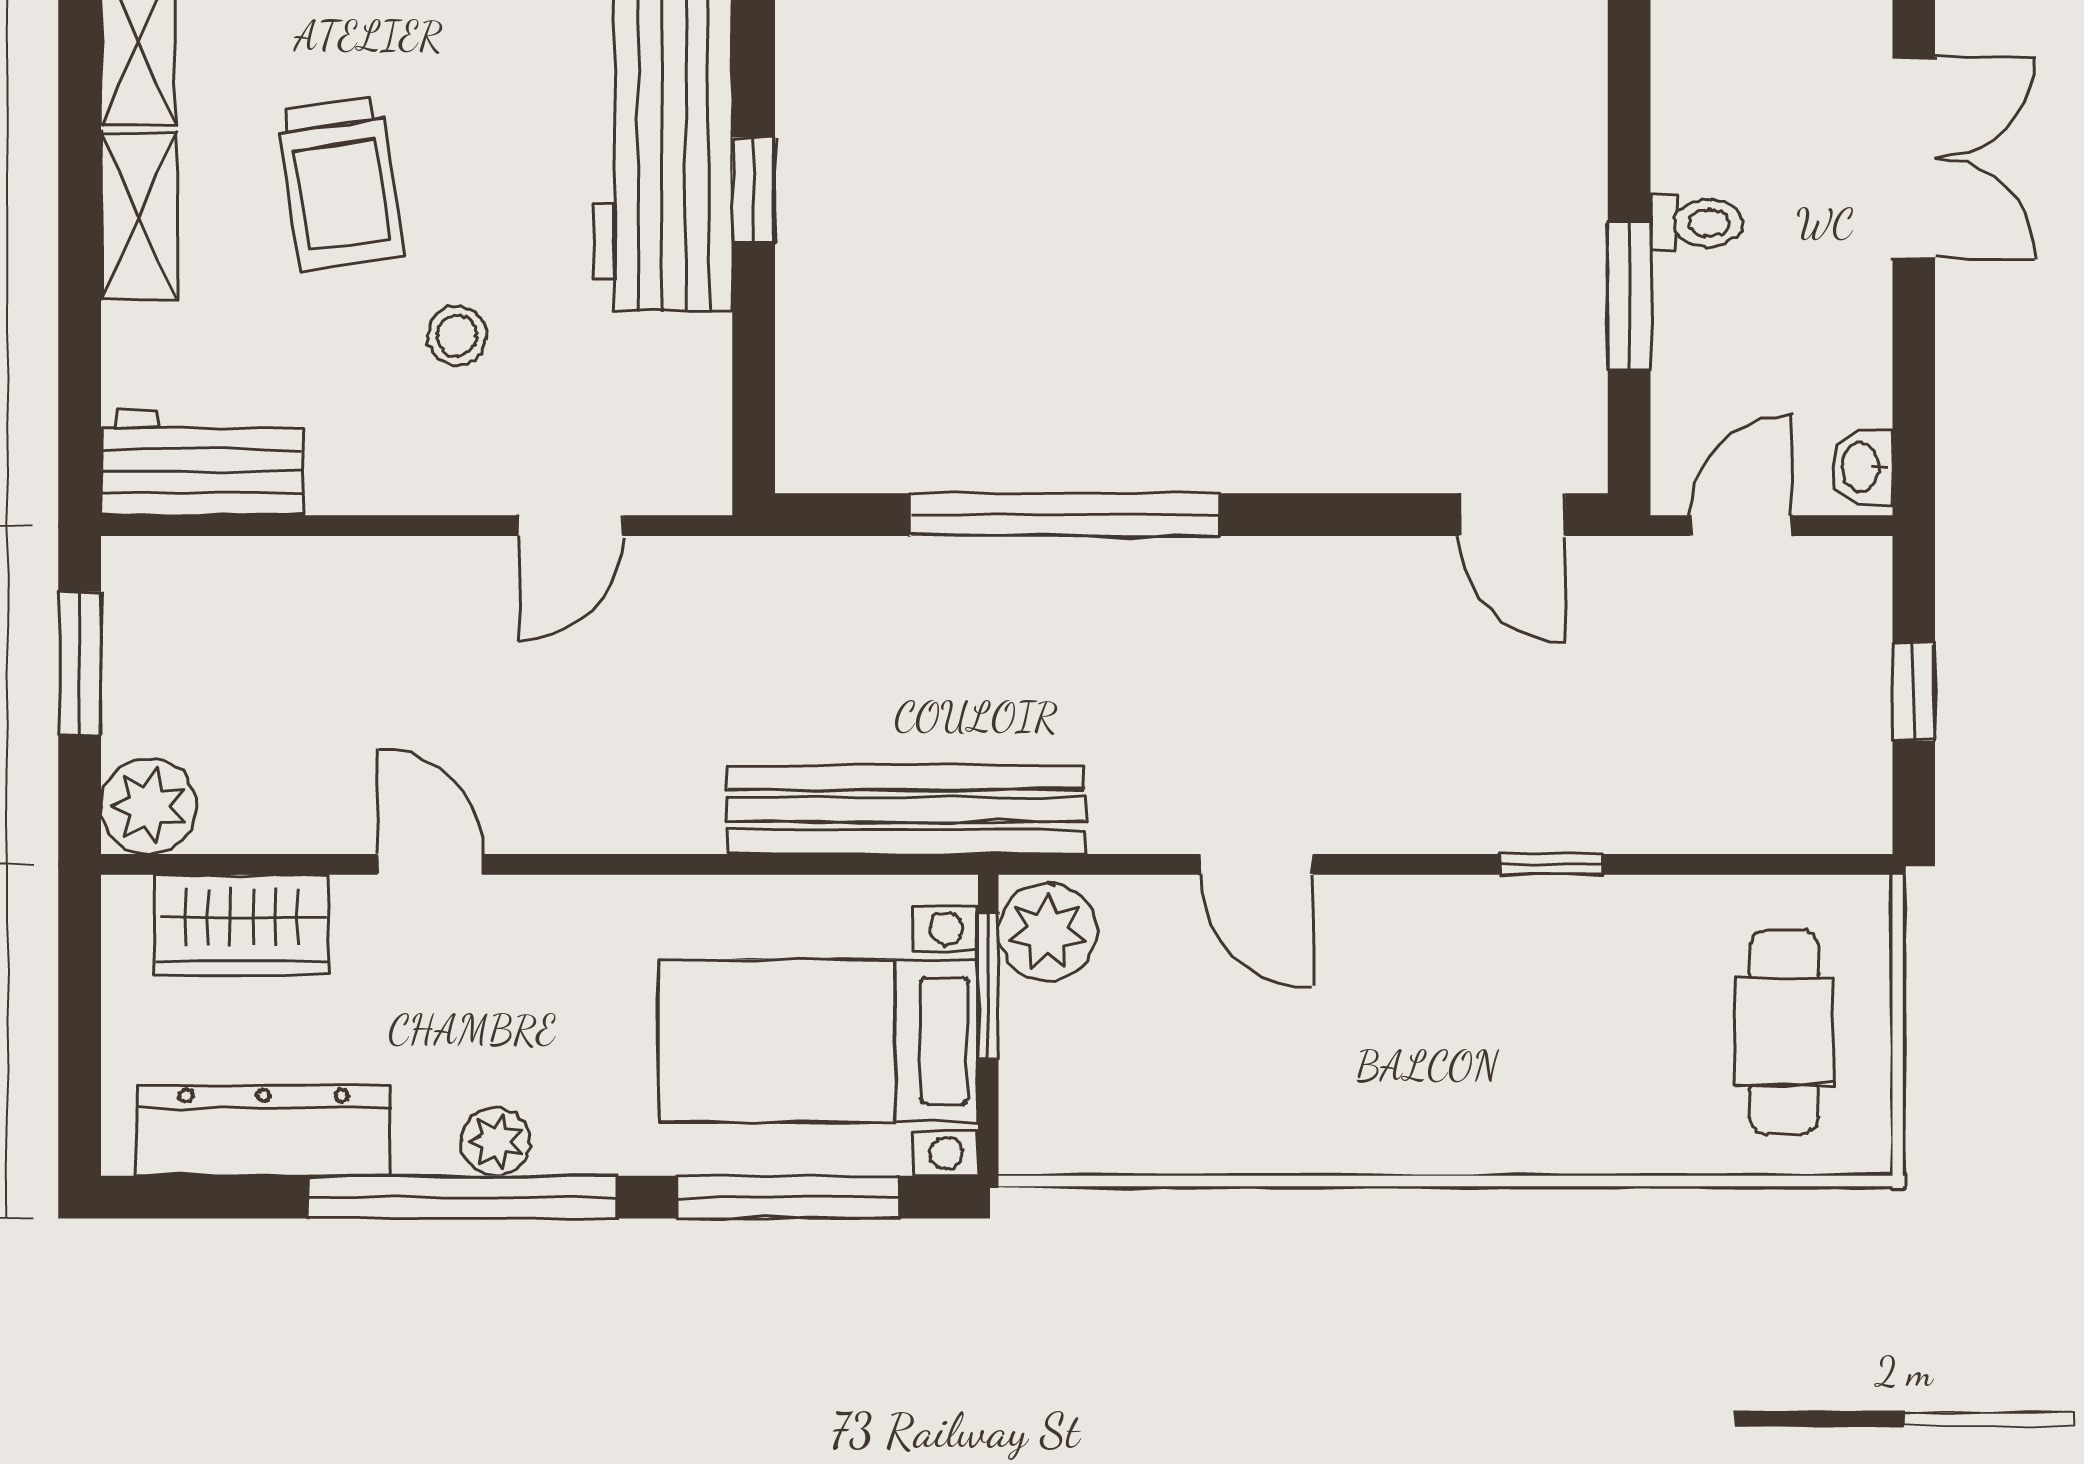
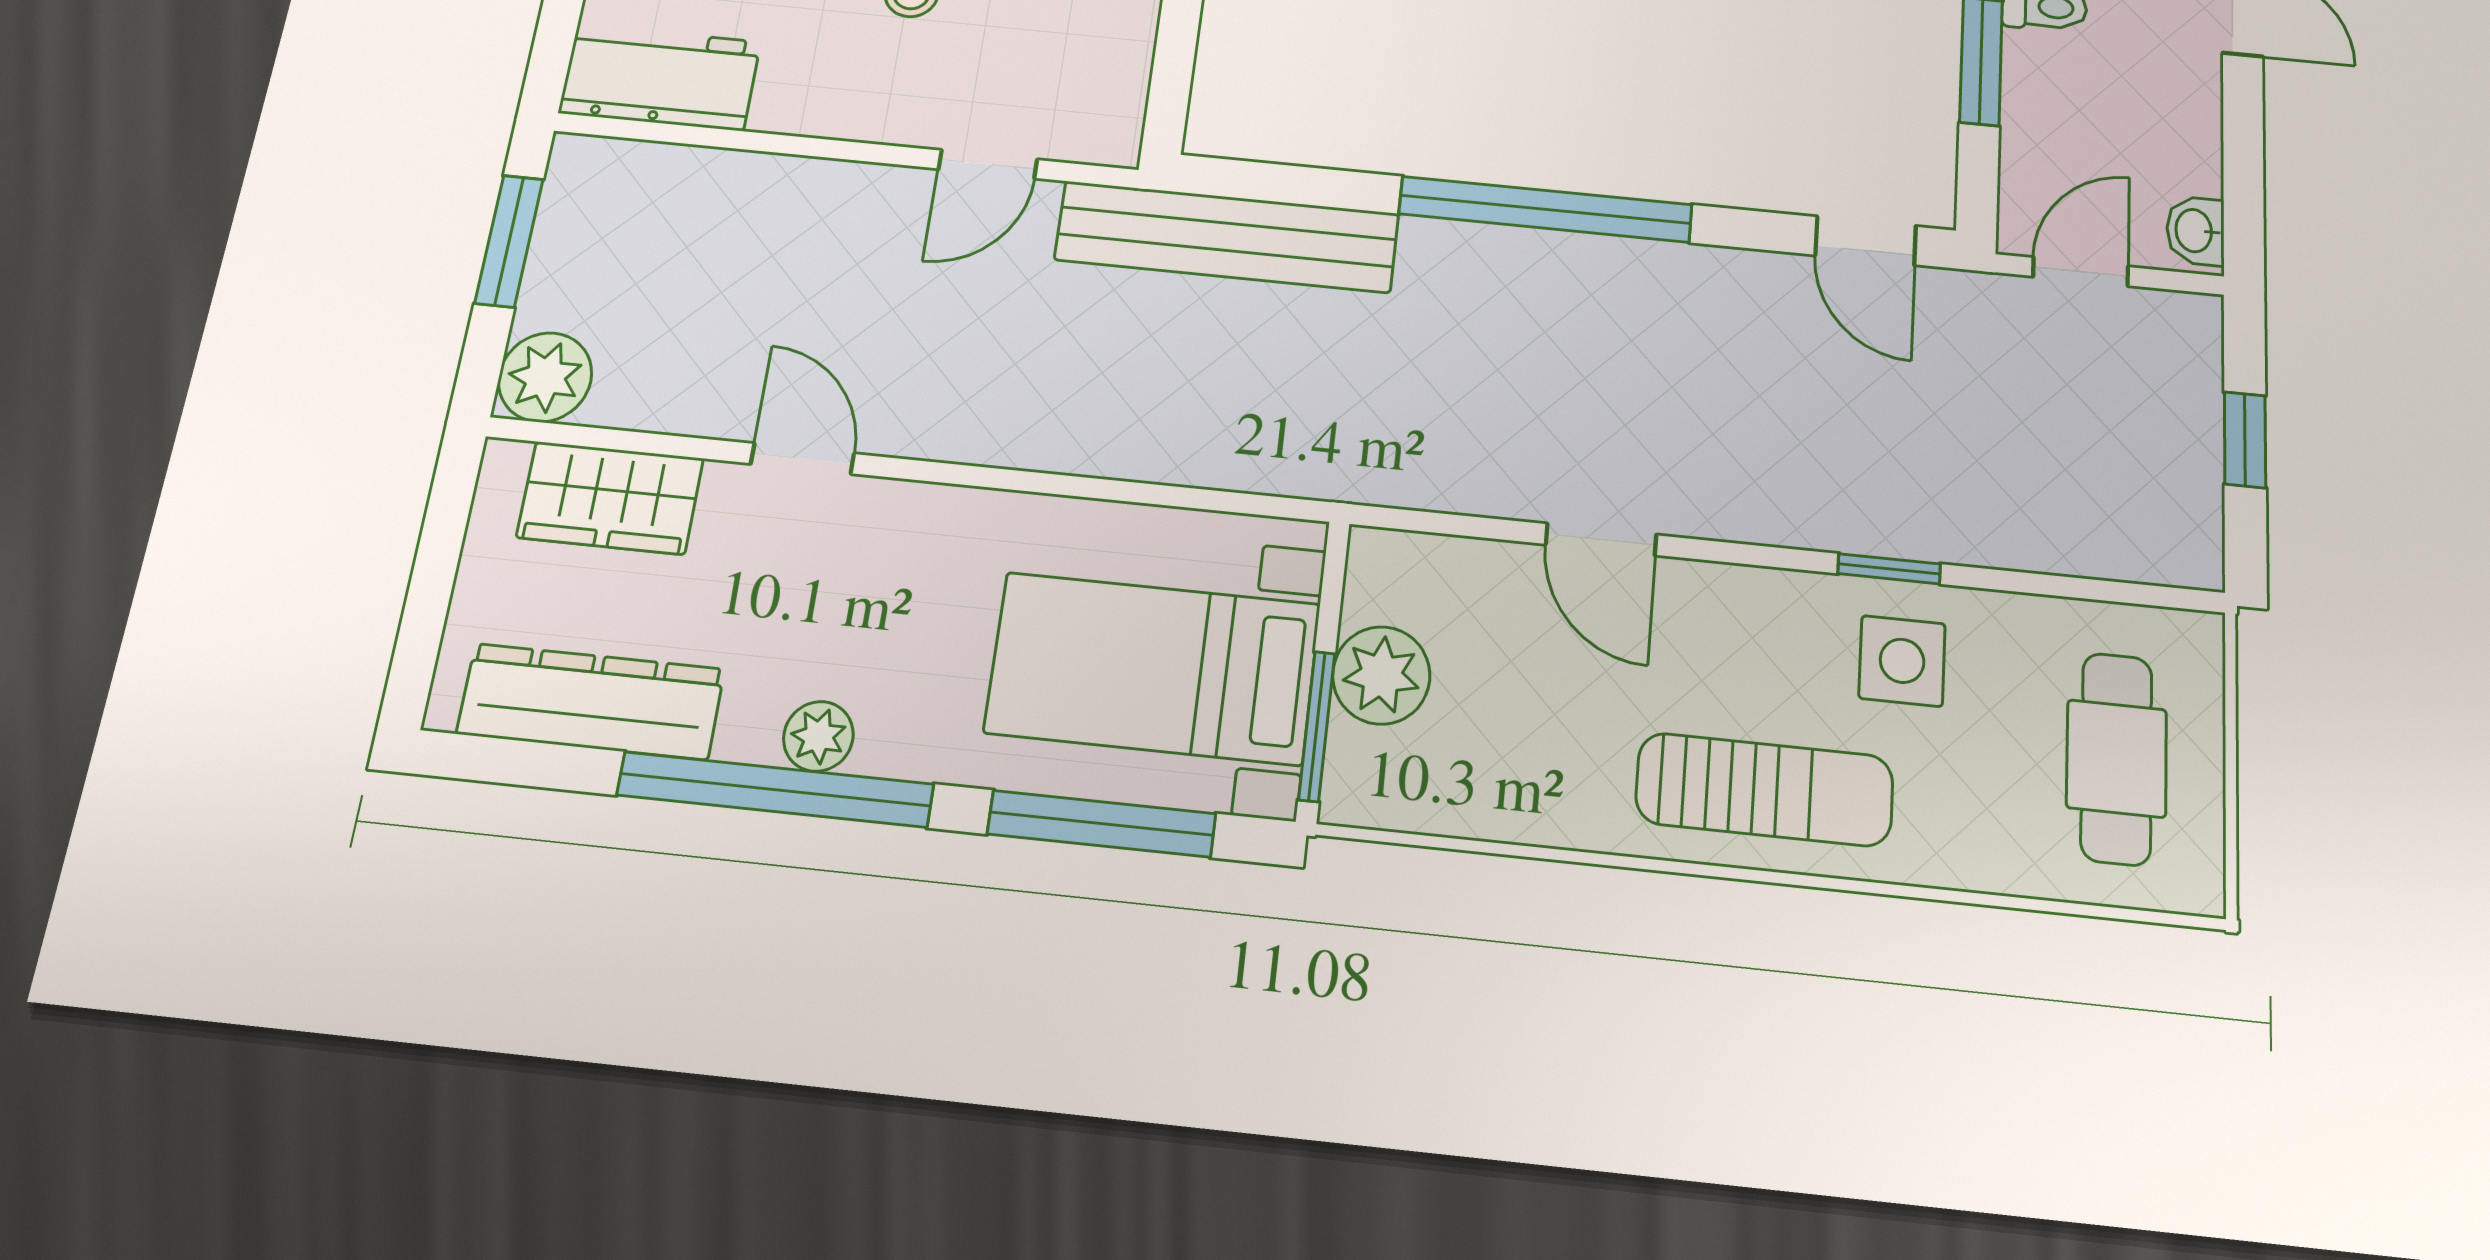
window: (1065, 515) -> (1545, 209), moved
bench: (906, 810) -> (1227, 237), moved
plant: (1047, 932) -> (1381, 675), moved
side table: (1568, 957) -> (1902, 661), added
window: (988, 986) -> (1317, 726), moved
sun lounger: (1437, 1098) -> (1764, 790), added

